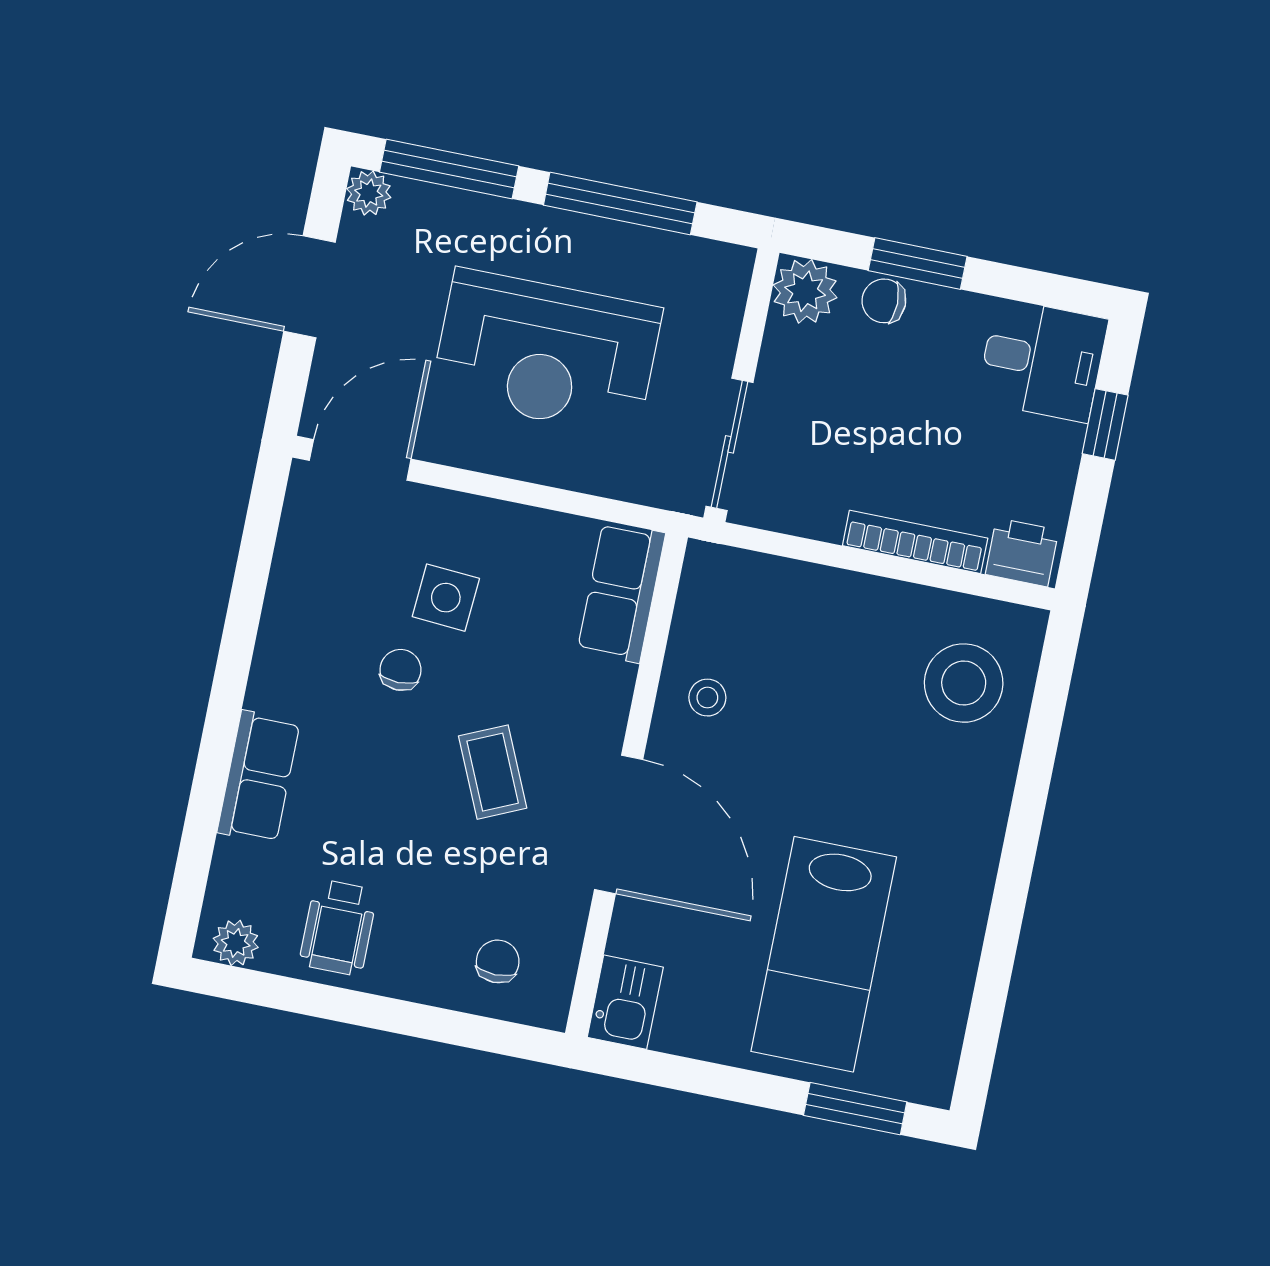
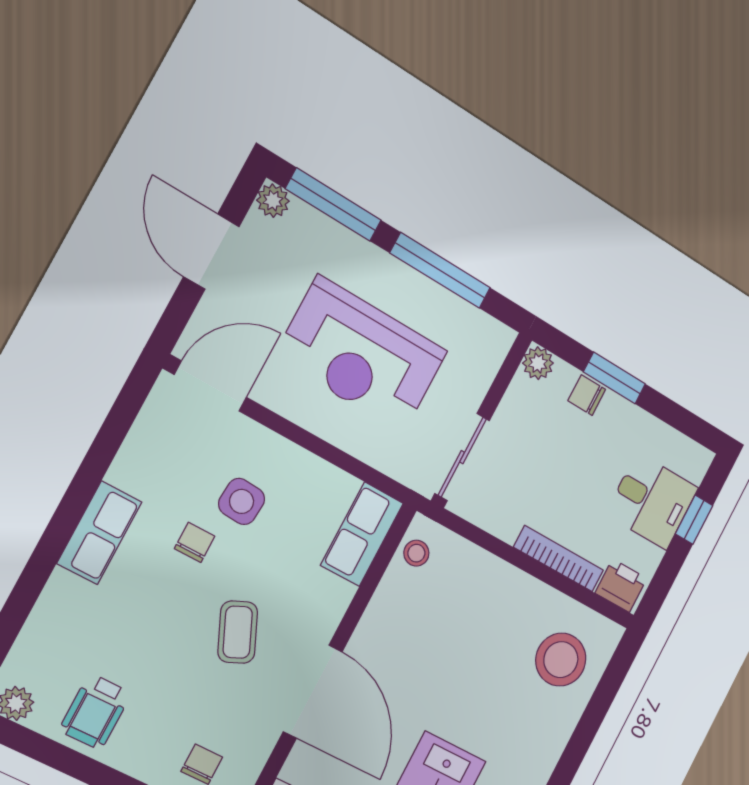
door: (310, 287) -> (211, 252), hinge flipped
plant: (805, 291) -> (538, 363), width x0.73, depth x0.73
desk: (1042, 360) -> (652, 501), moved
stool: (707, 698) -> (416, 553), moved
row of seats: (259, 777) -> (99, 533), moved

